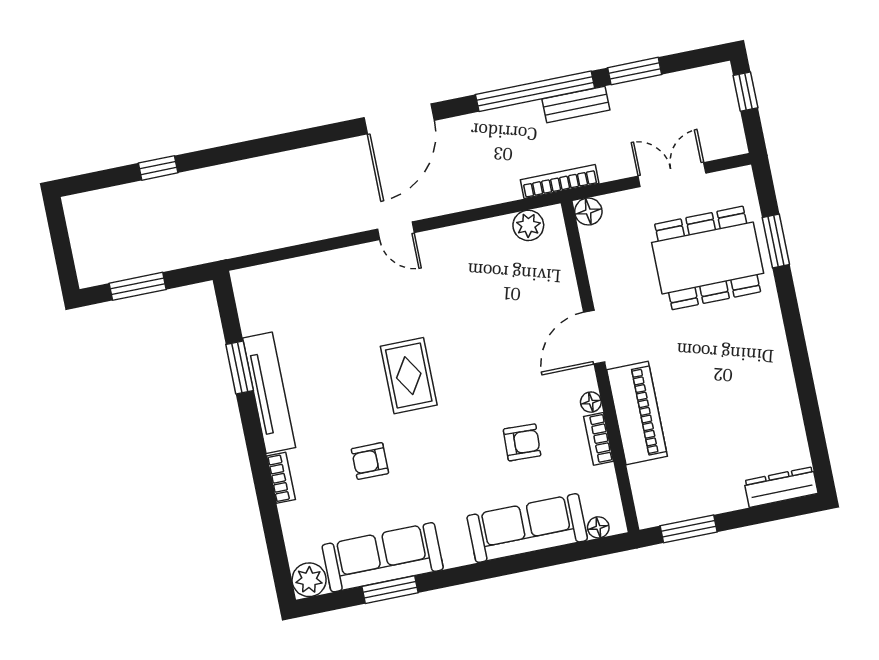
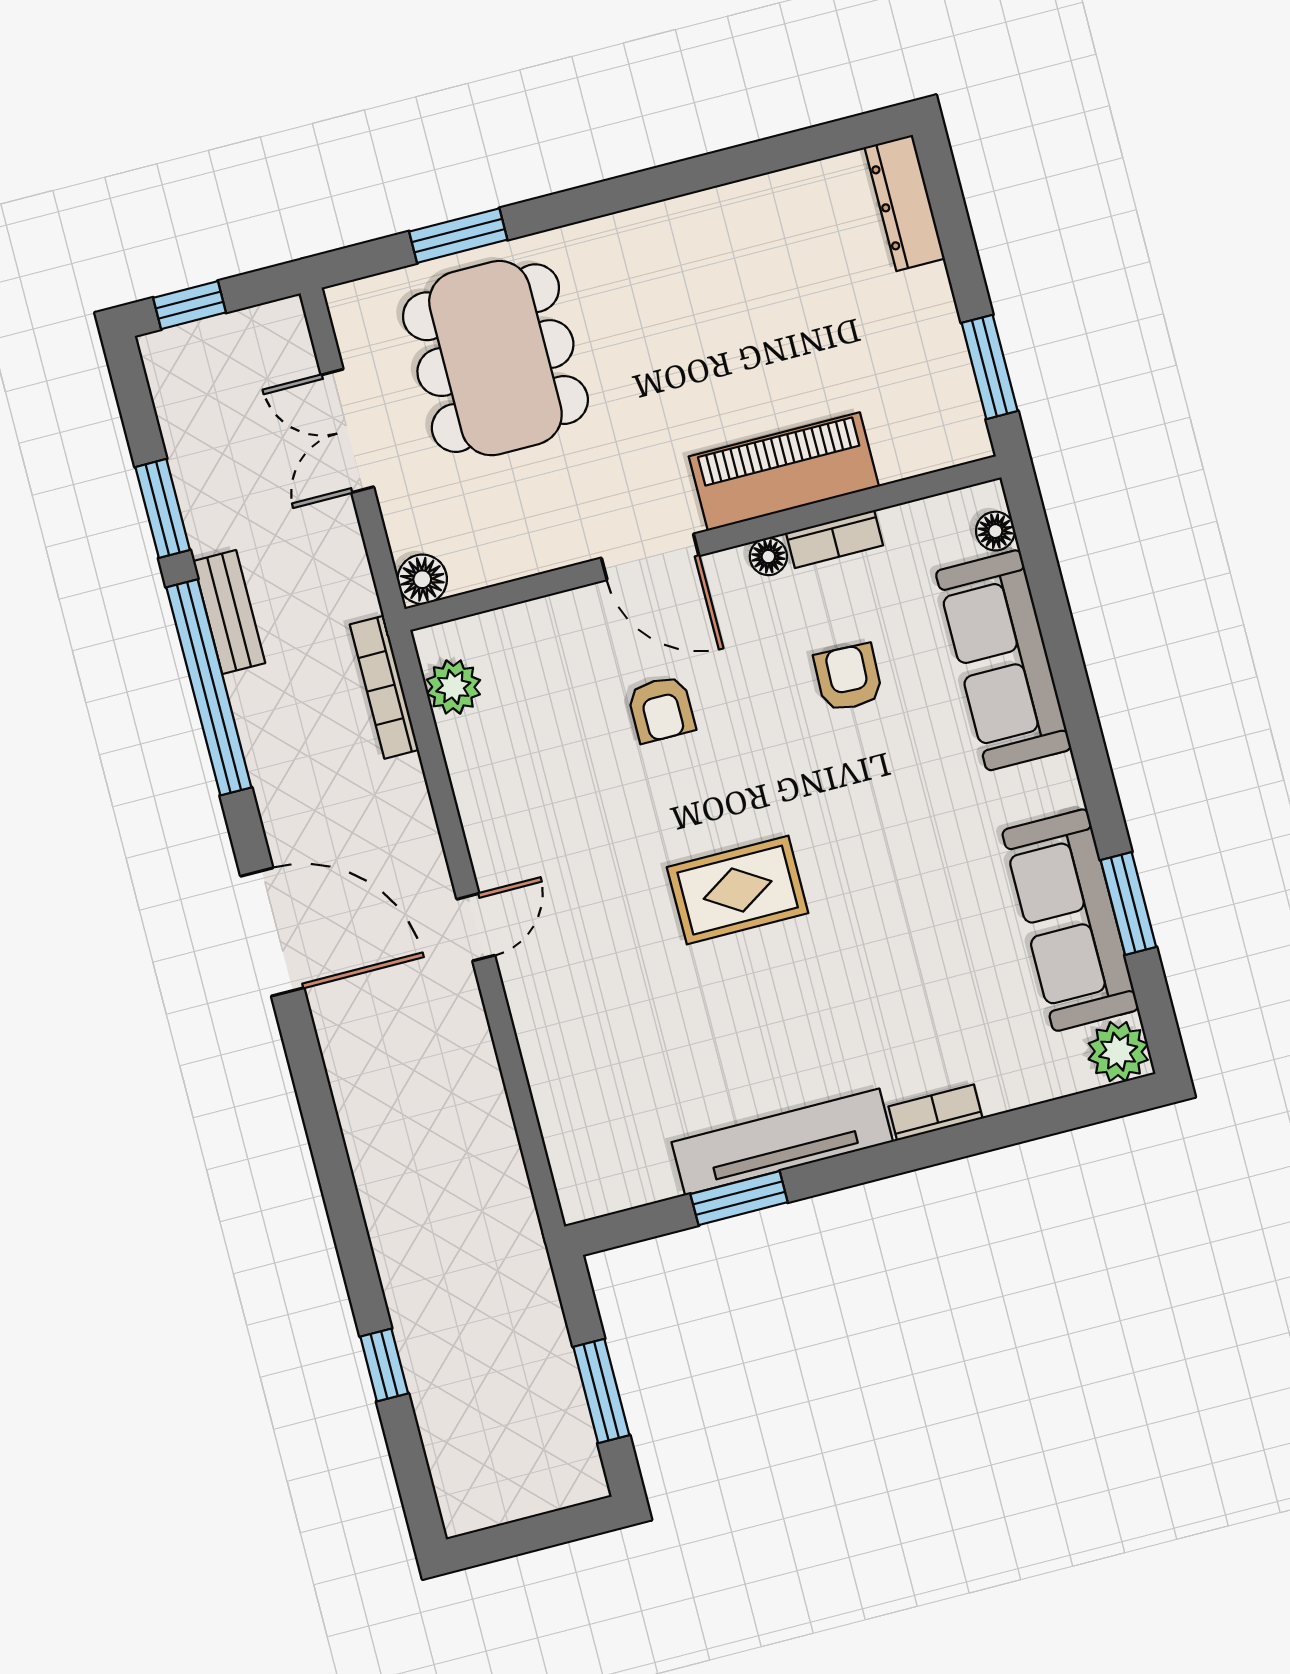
bookcase: (560, 182) -> (384, 687), moved
armchair: (370, 461) -> (661, 709), moved

